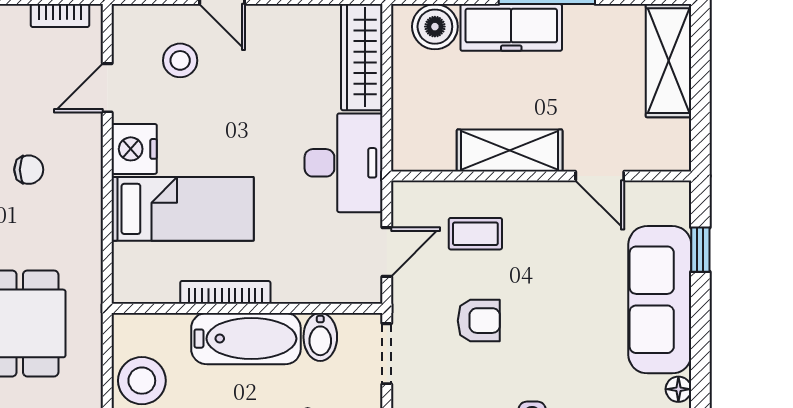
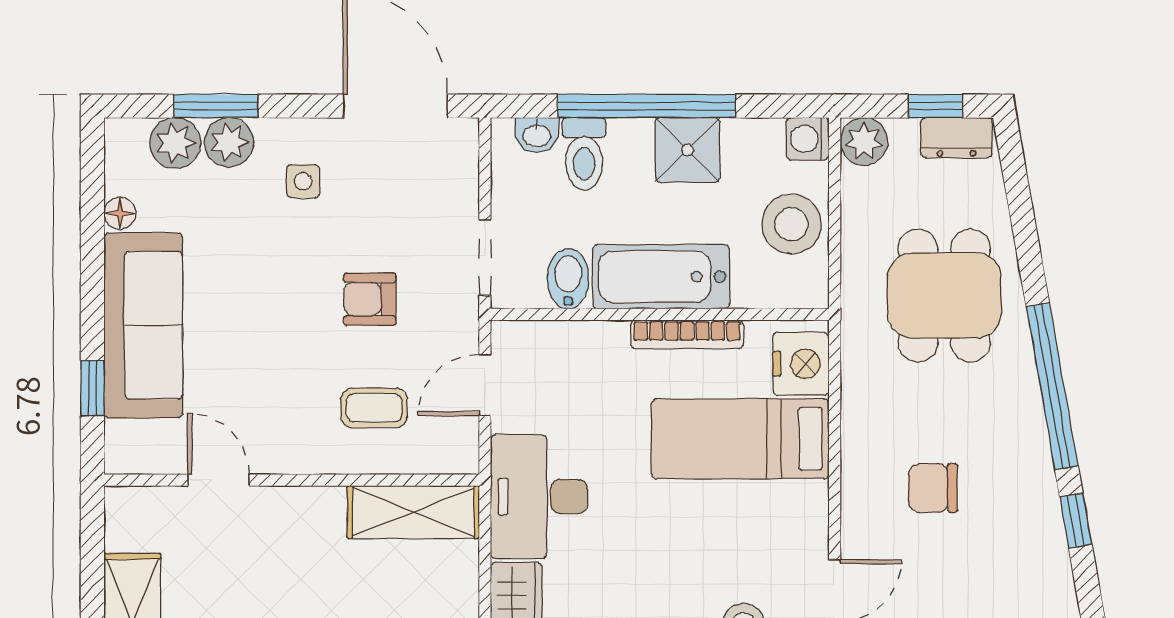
nightstand: (134, 149) -> (801, 364), moved
shelving: (510, 150) -> (413, 512), moved
chair: (29, 170) -> (933, 488), width x1.37, depth x1.37

